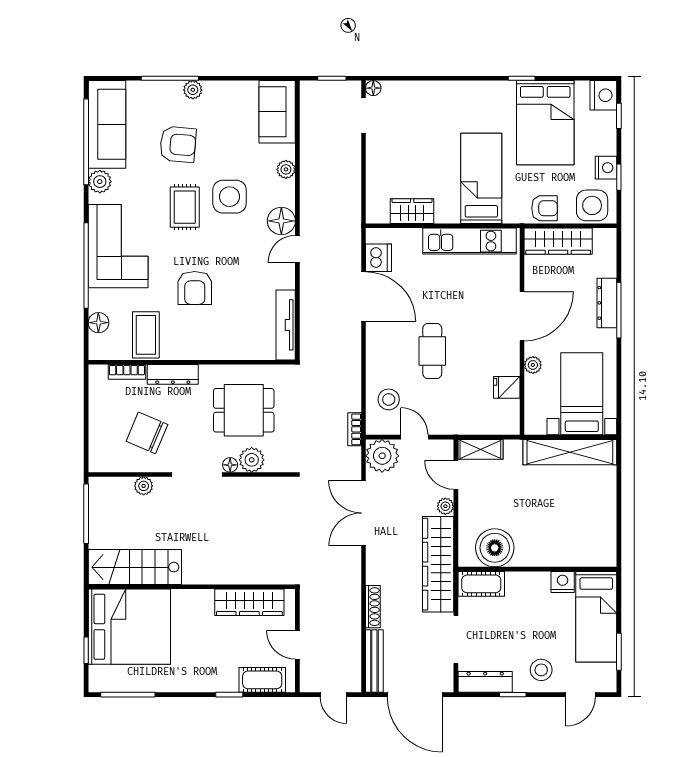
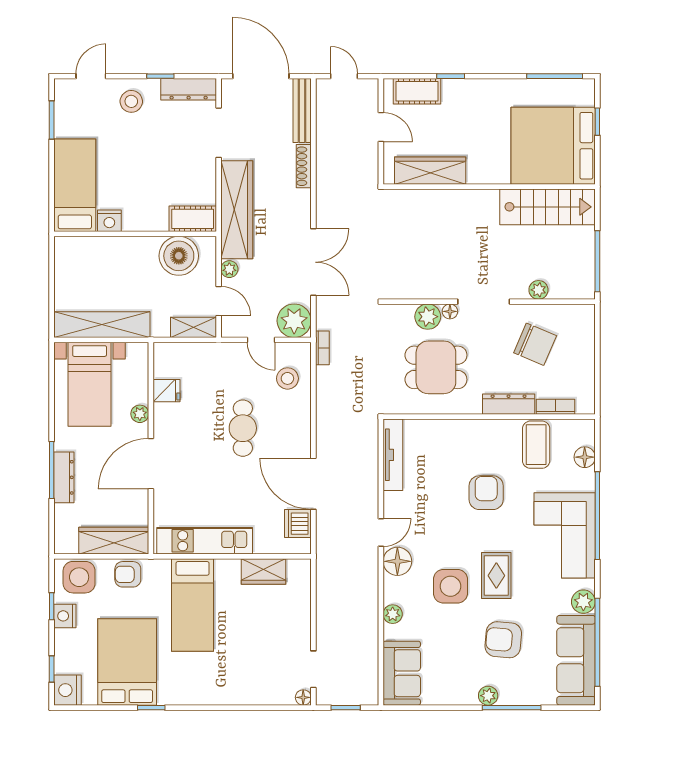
boiler: (495, 548) -> (179, 256), moved
wall: (537, 569) -> (135, 234), moved
nightstand: (563, 582) -> (109, 221), moved
cot: (481, 584) -> (193, 219), moved
bed: (596, 617) -> (75, 185), moved

